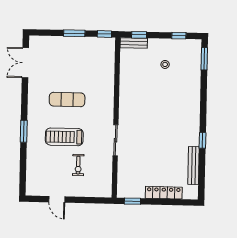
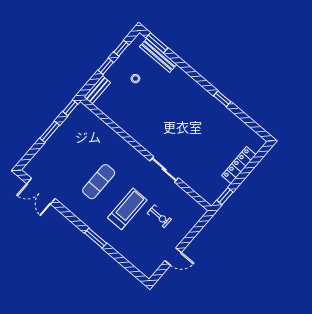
window: (139, 35) -> (106, 66), moved
treadmill: (64, 137) -> (127, 209), turned 180
bench: (194, 166) -> (158, 56), moved

